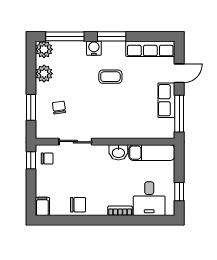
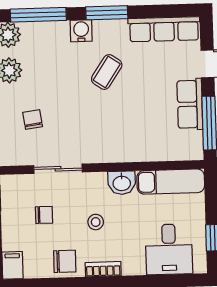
coffee table: (110, 77) -> (107, 72), turned -56
chair: (47, 158) -> (44, 215), moved
stool: (100, 179) -> (96, 222), added
bookcase: (120, 211) -> (103, 269), moved

